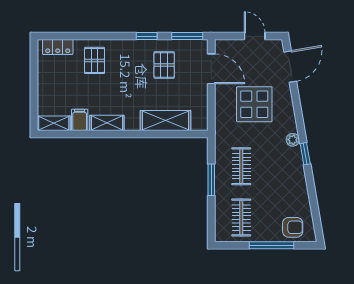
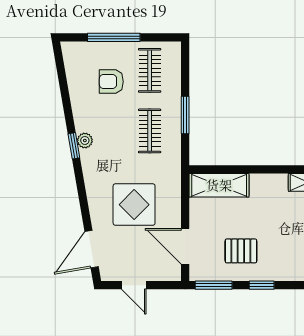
pallet: (164, 65) -> (241, 251), turned 90
shelving: (166, 120) -> (219, 185), moved
plant: (293, 140) -> (85, 141), moved
armchair: (293, 227) -> (111, 82), moved

